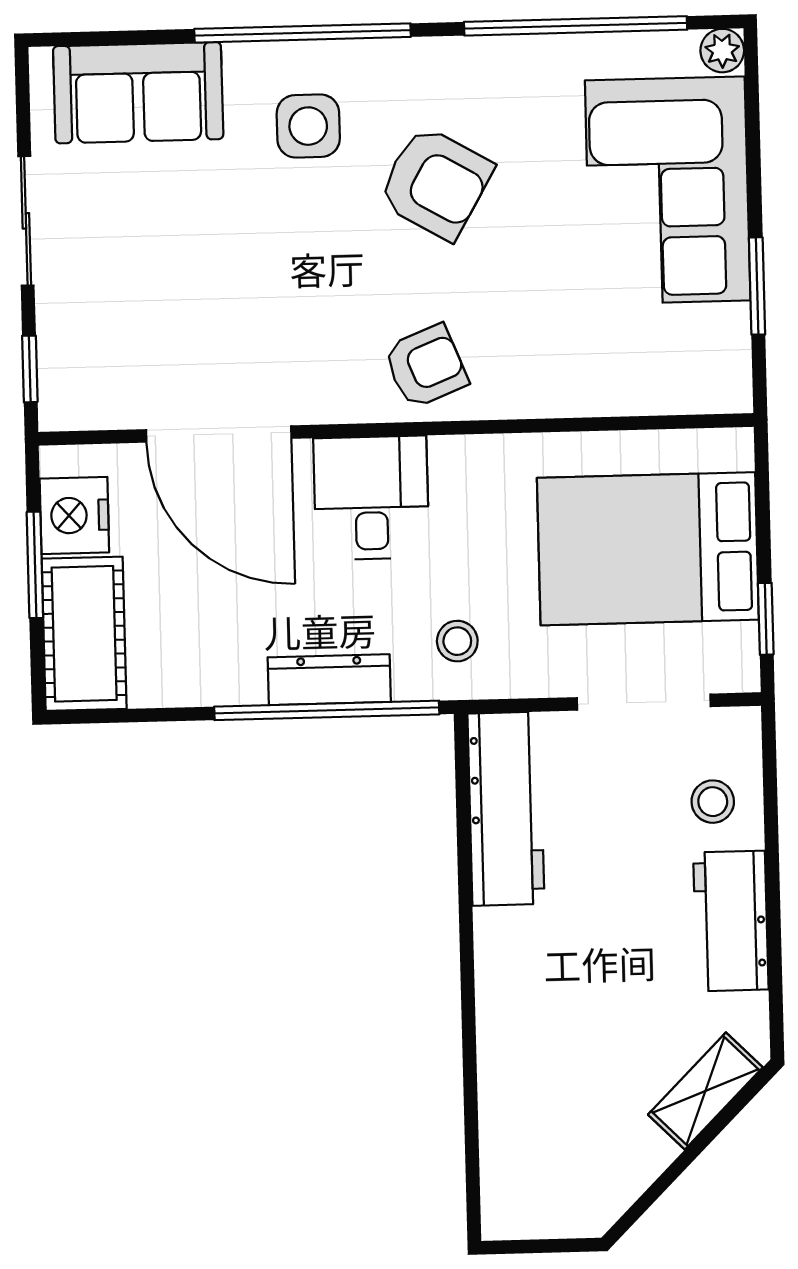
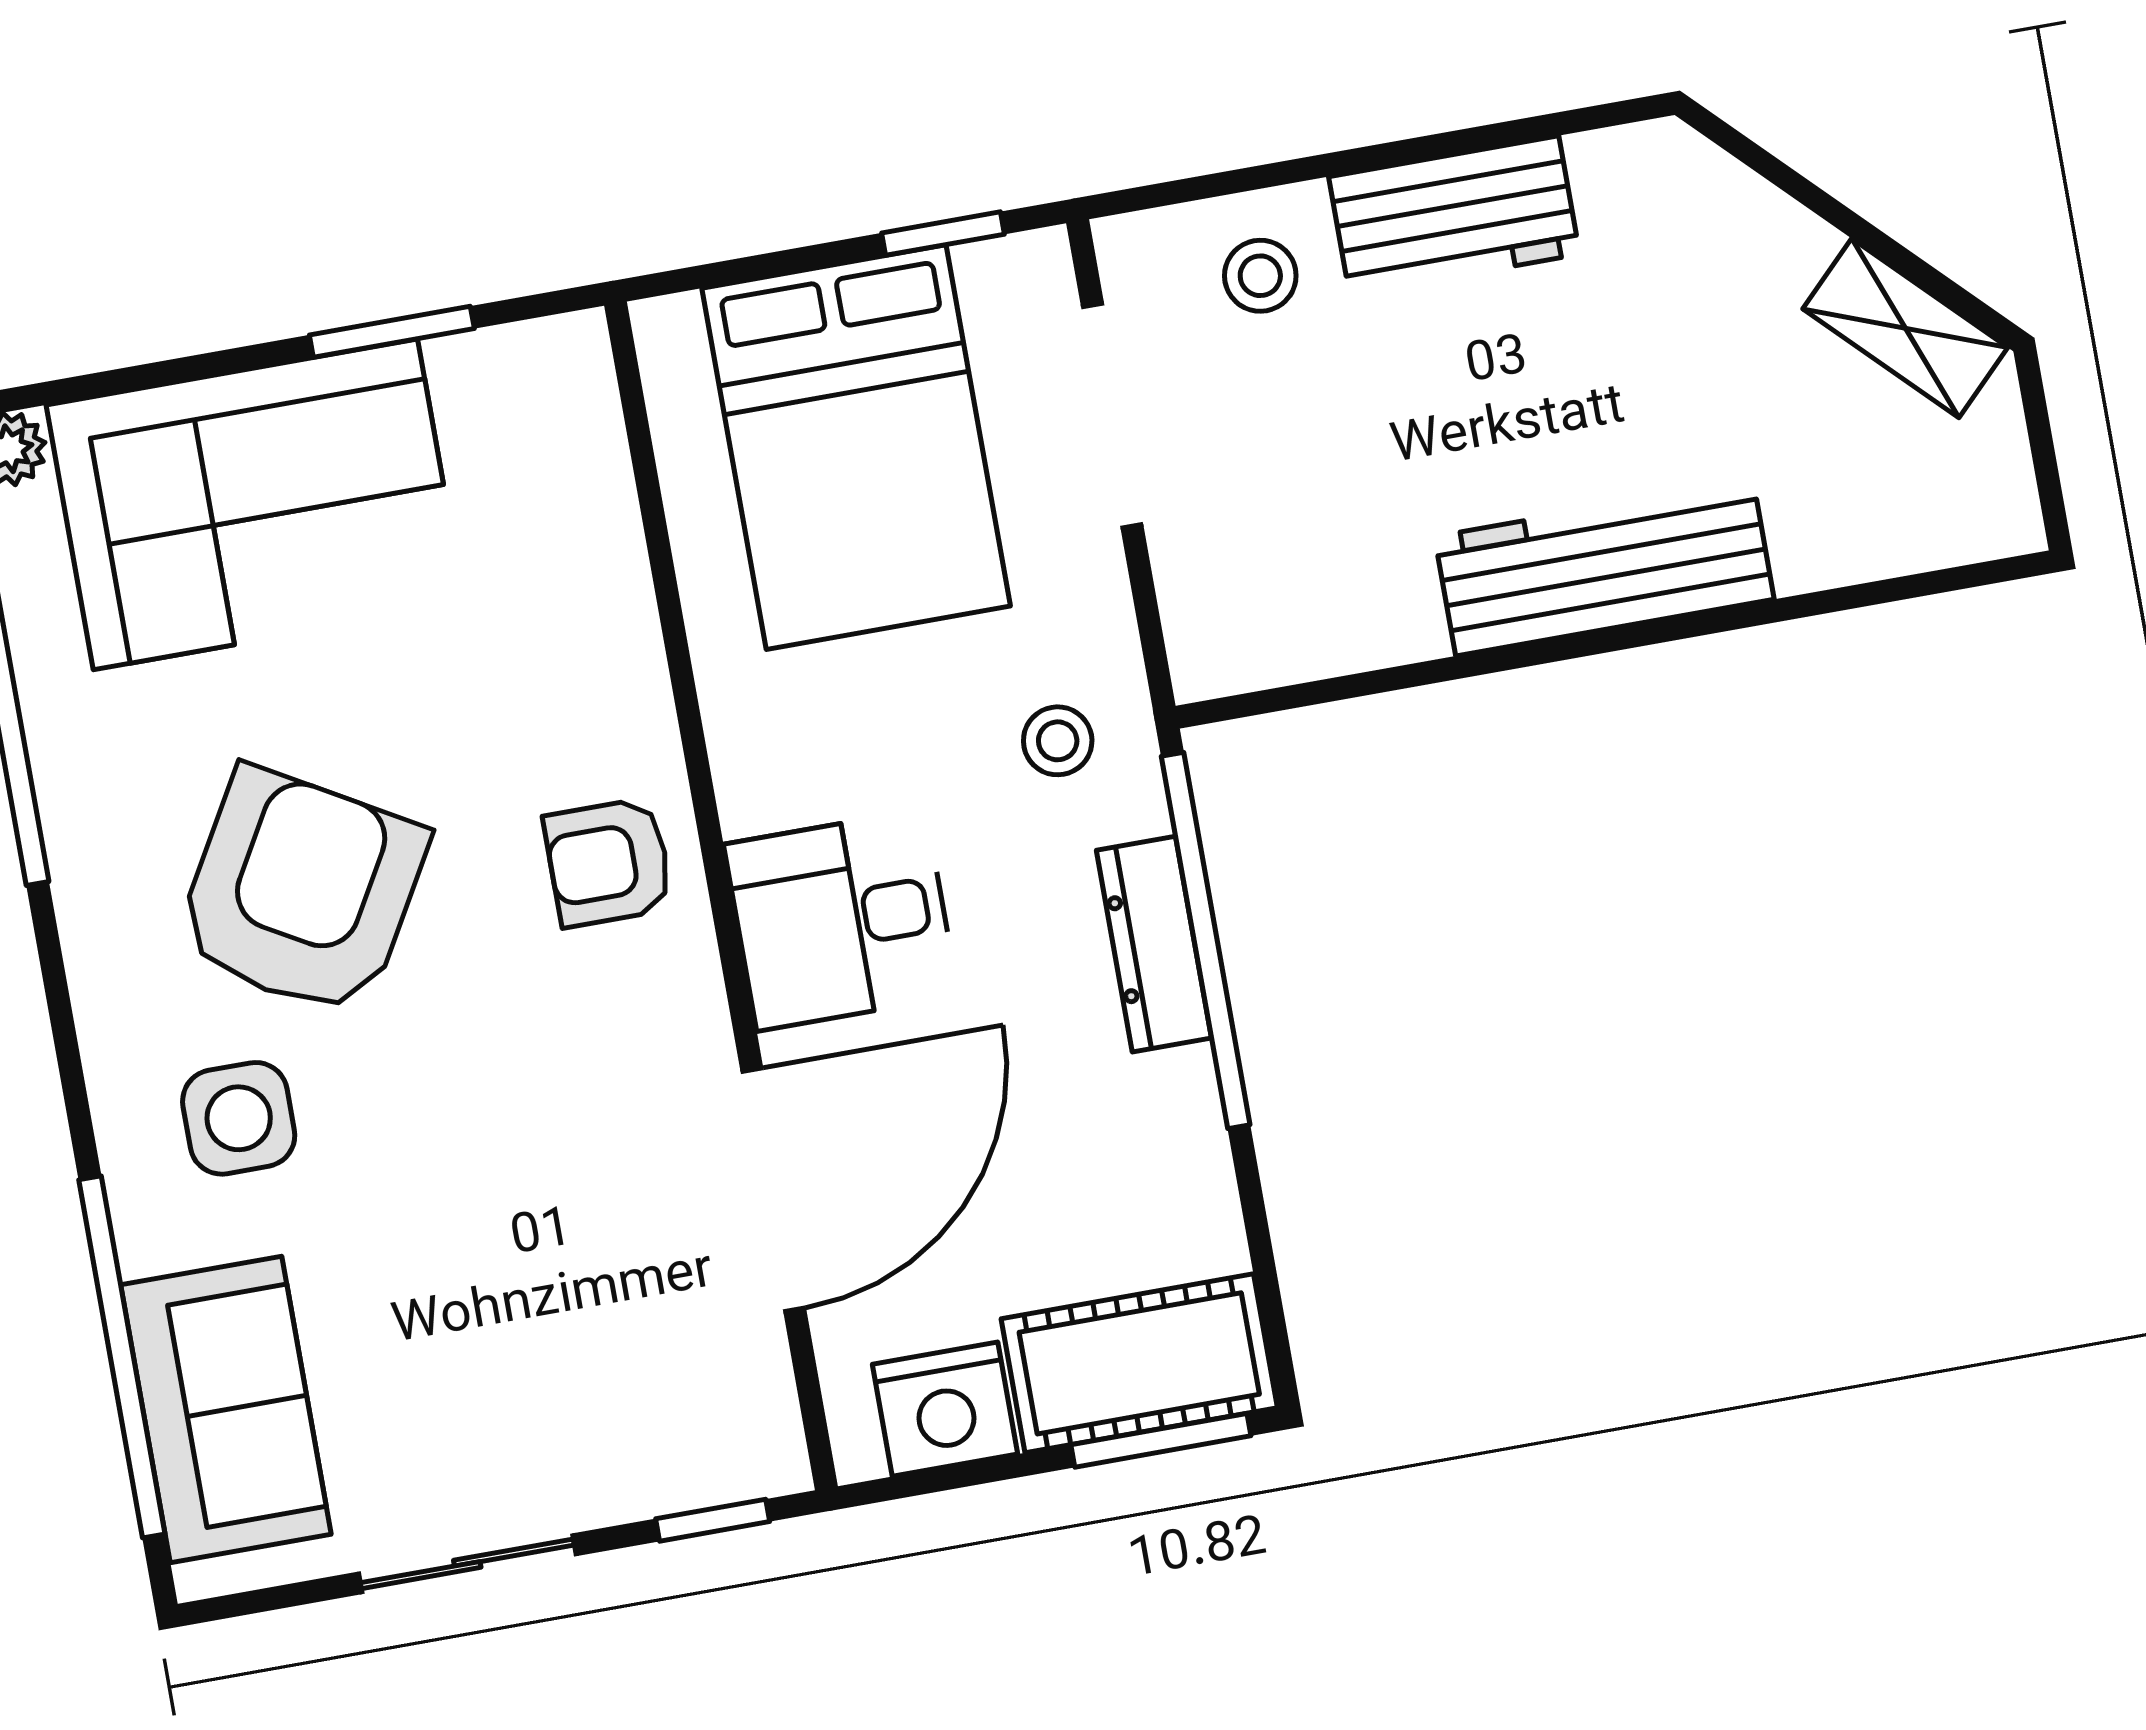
window: (302, 33) -> (122, 1357), moved
armchair: (436, 183) -> (301, 892), width x1.36, depth x1.36
armchair: (426, 366) -> (608, 862), turned -68
window: (35, 565) -> (1161, 1440), moved
workbench: (506, 809) -> (1604, 568), moved
shelving: (705, 1091) -> (1905, 328), moved

